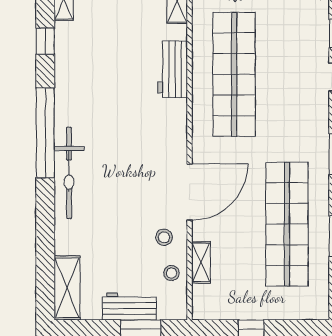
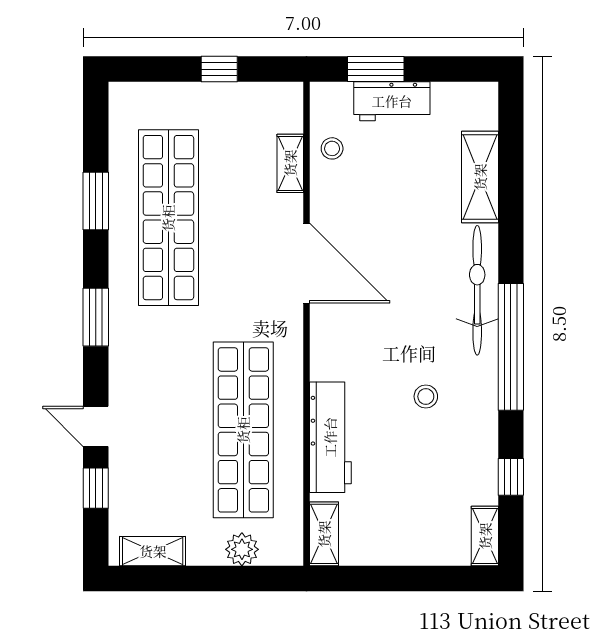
workbench: (173, 69) -> (330, 437), width x1.38
door: (190, 192) -> (307, 263), swing flipped
stool: (164, 237) -> (426, 396), moved
shelving: (67, 288) -> (480, 177), moved

